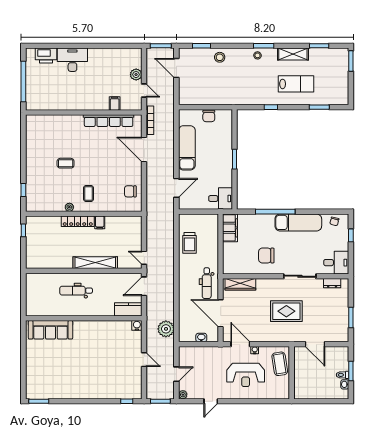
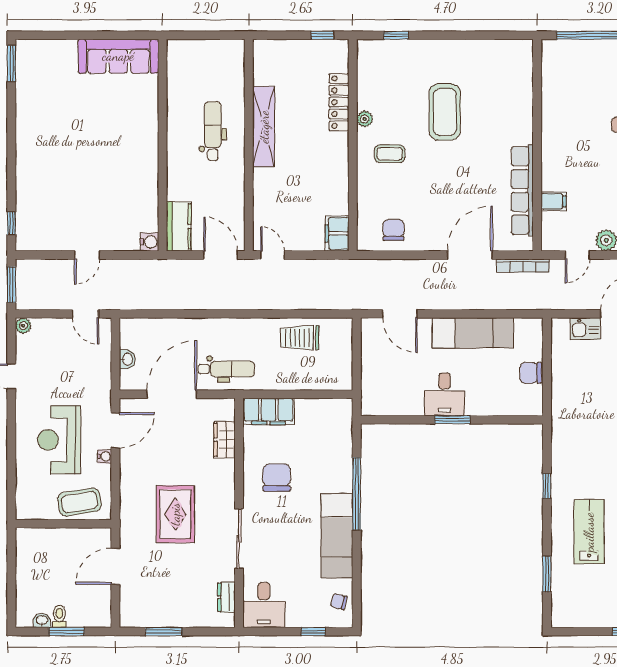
lab bench: (296, 84) -> (589, 532), turned 180
kitchen sink: (185, 86) -> (585, 329), added
coffee table: (66, 163) -> (445, 112), width x1.86, depth x1.72
desk: (221, 199) -> (445, 394), moved
locker: (78, 221) -> (339, 102), moved
filing cabinet: (100, 222) -> (337, 233), moved, width x2.00
filing cabinet: (230, 228) -> (268, 411), moved
door: (144, 258) -> (272, 255), hinge flipped
shelving: (95, 263) -> (264, 127), moved
dental chair: (207, 283) -> (226, 369), turned 180
wardrobe: (240, 284) -> (224, 440), width x0.67
plant: (166, 329) -> (143, 295), removed
sofa: (50, 330) -> (118, 56), moved, turned -90
door: (176, 374) -> (85, 314), moved

